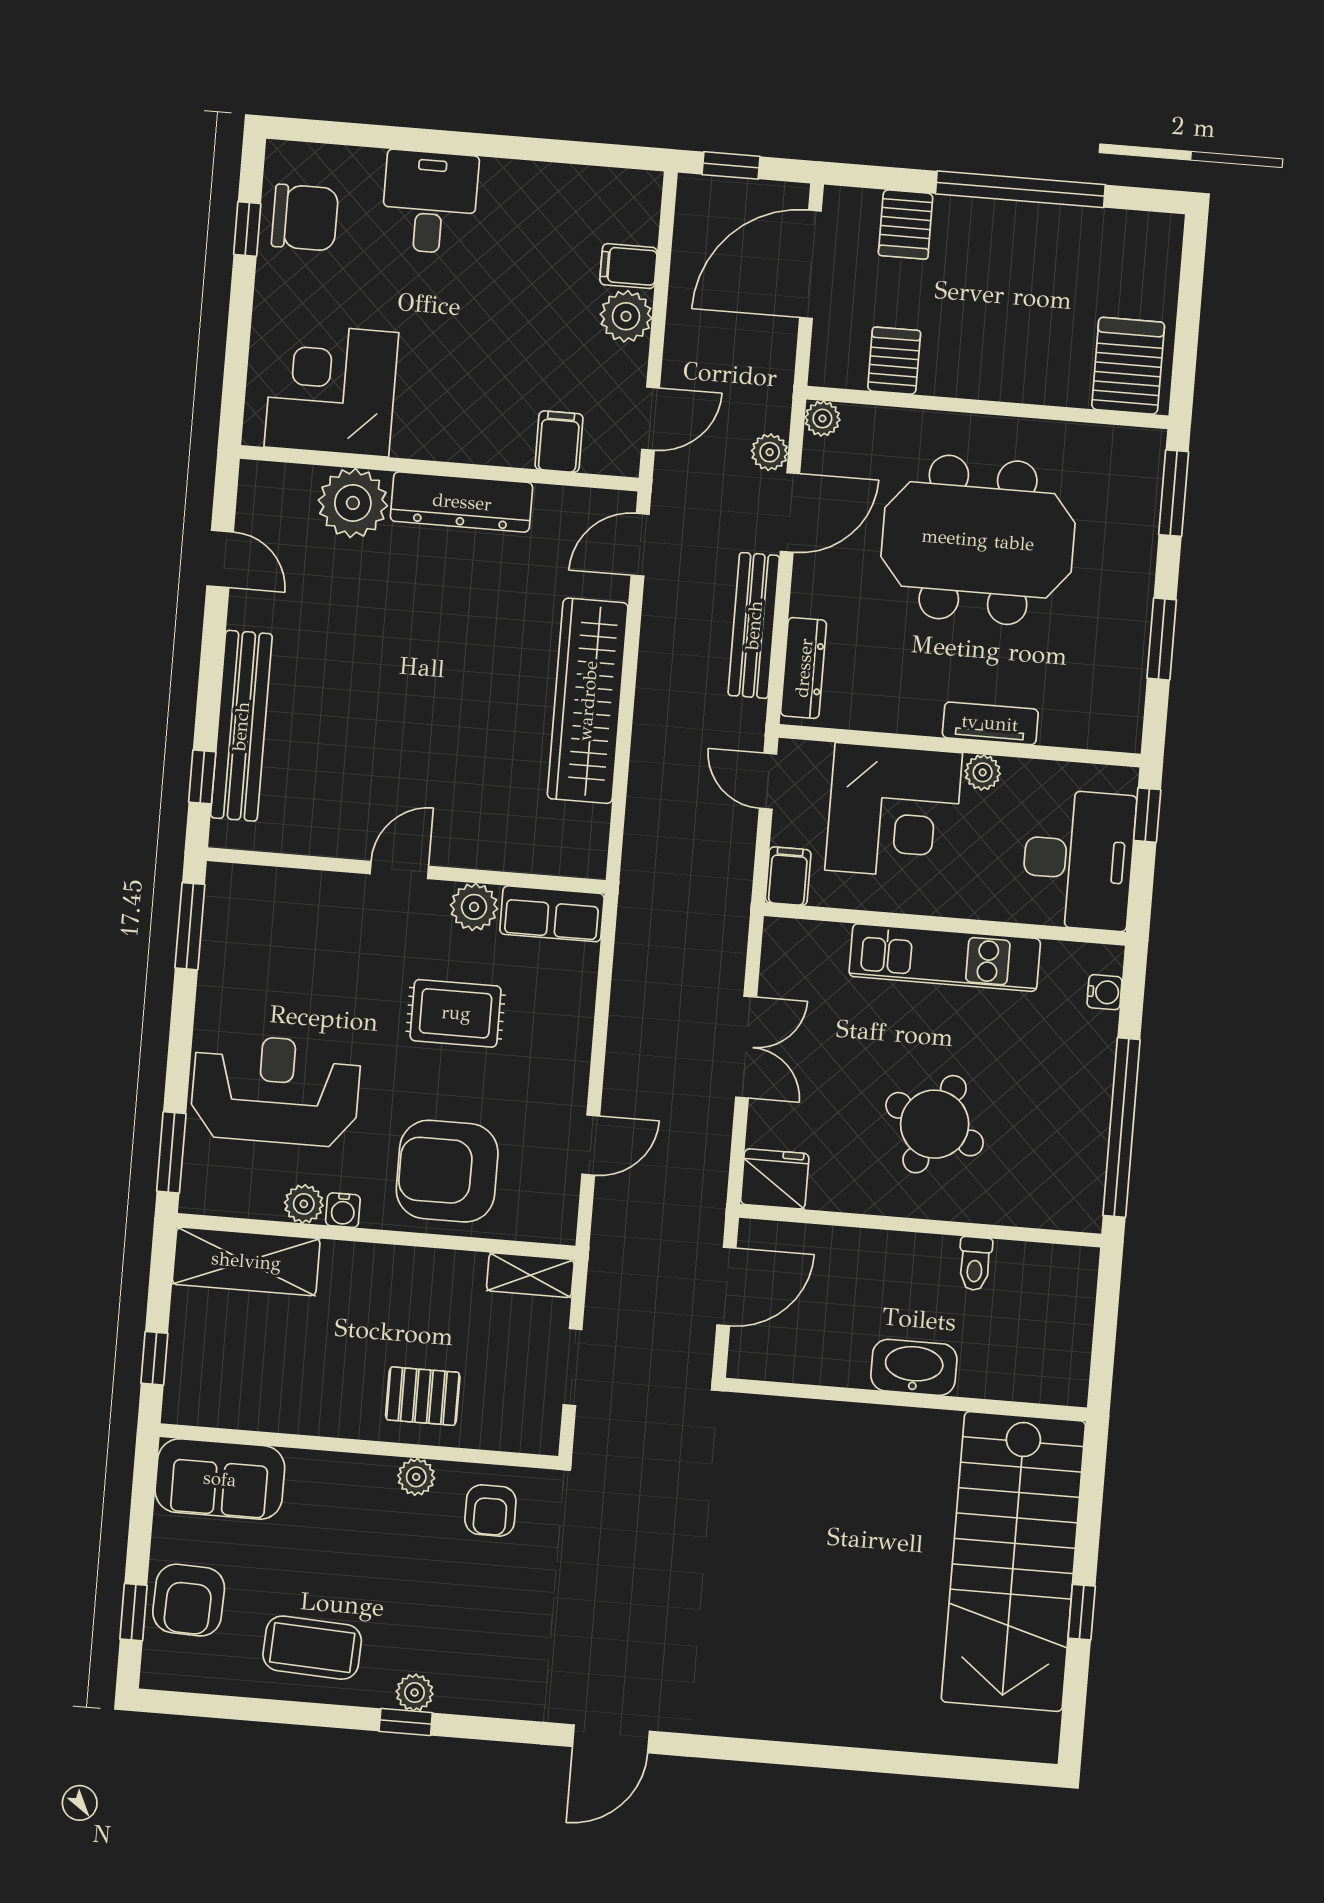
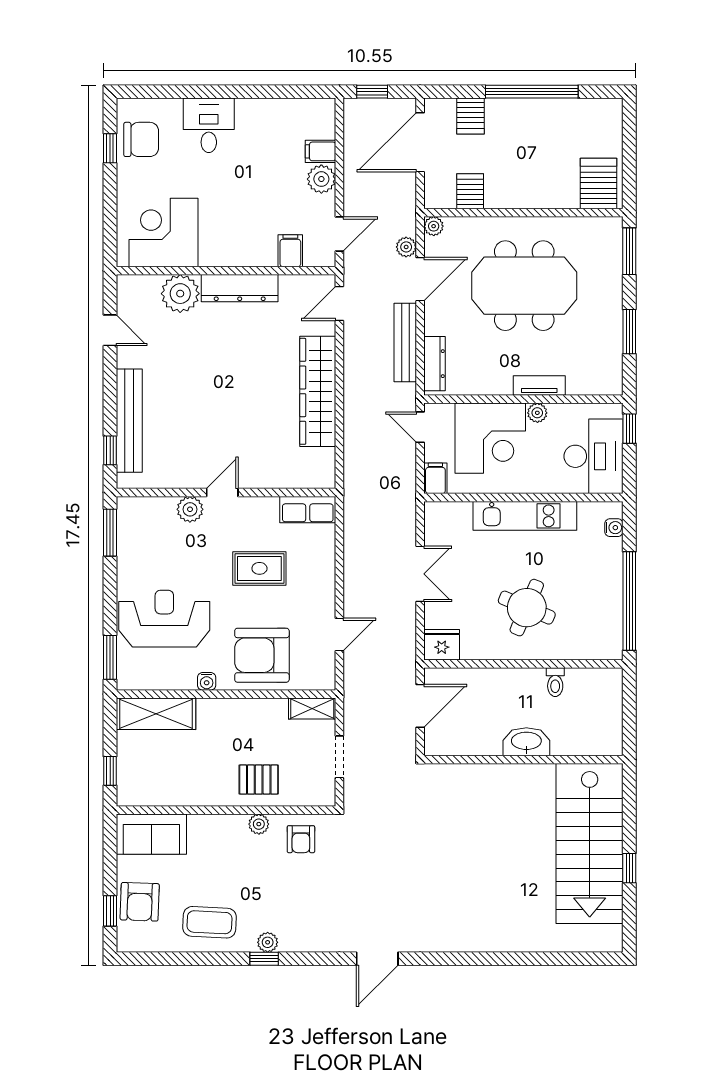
plant: (474, 907) -> (190, 509), moved
plant: (304, 1204) -> (185, 680), removed

